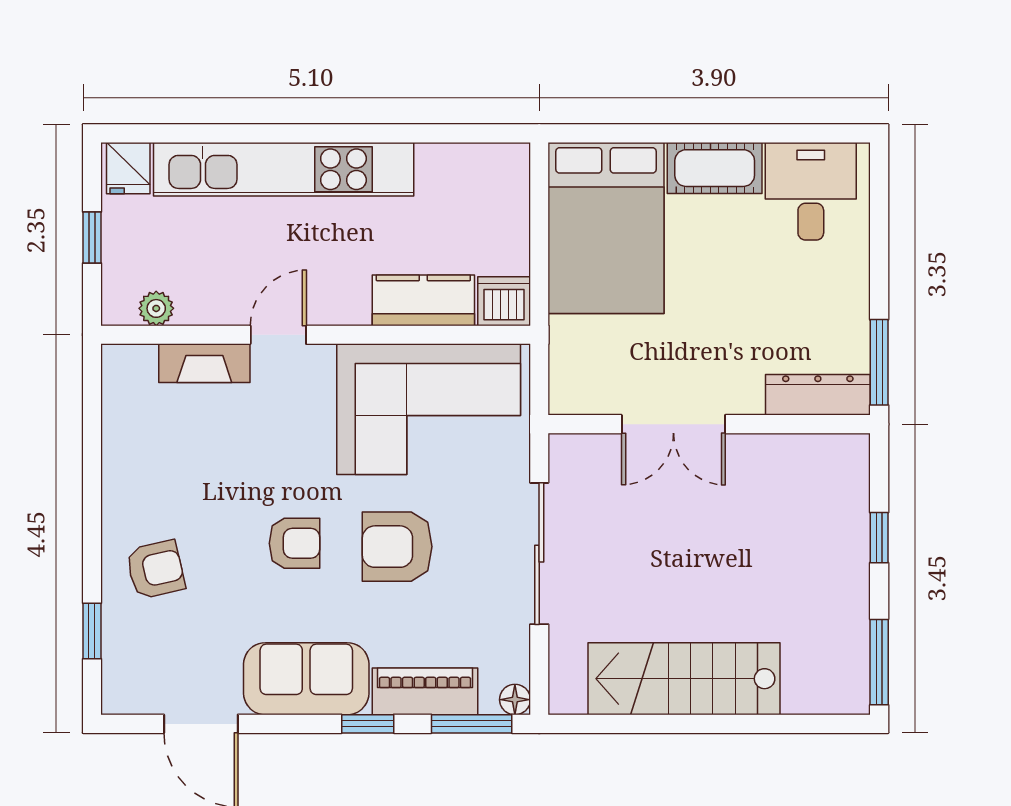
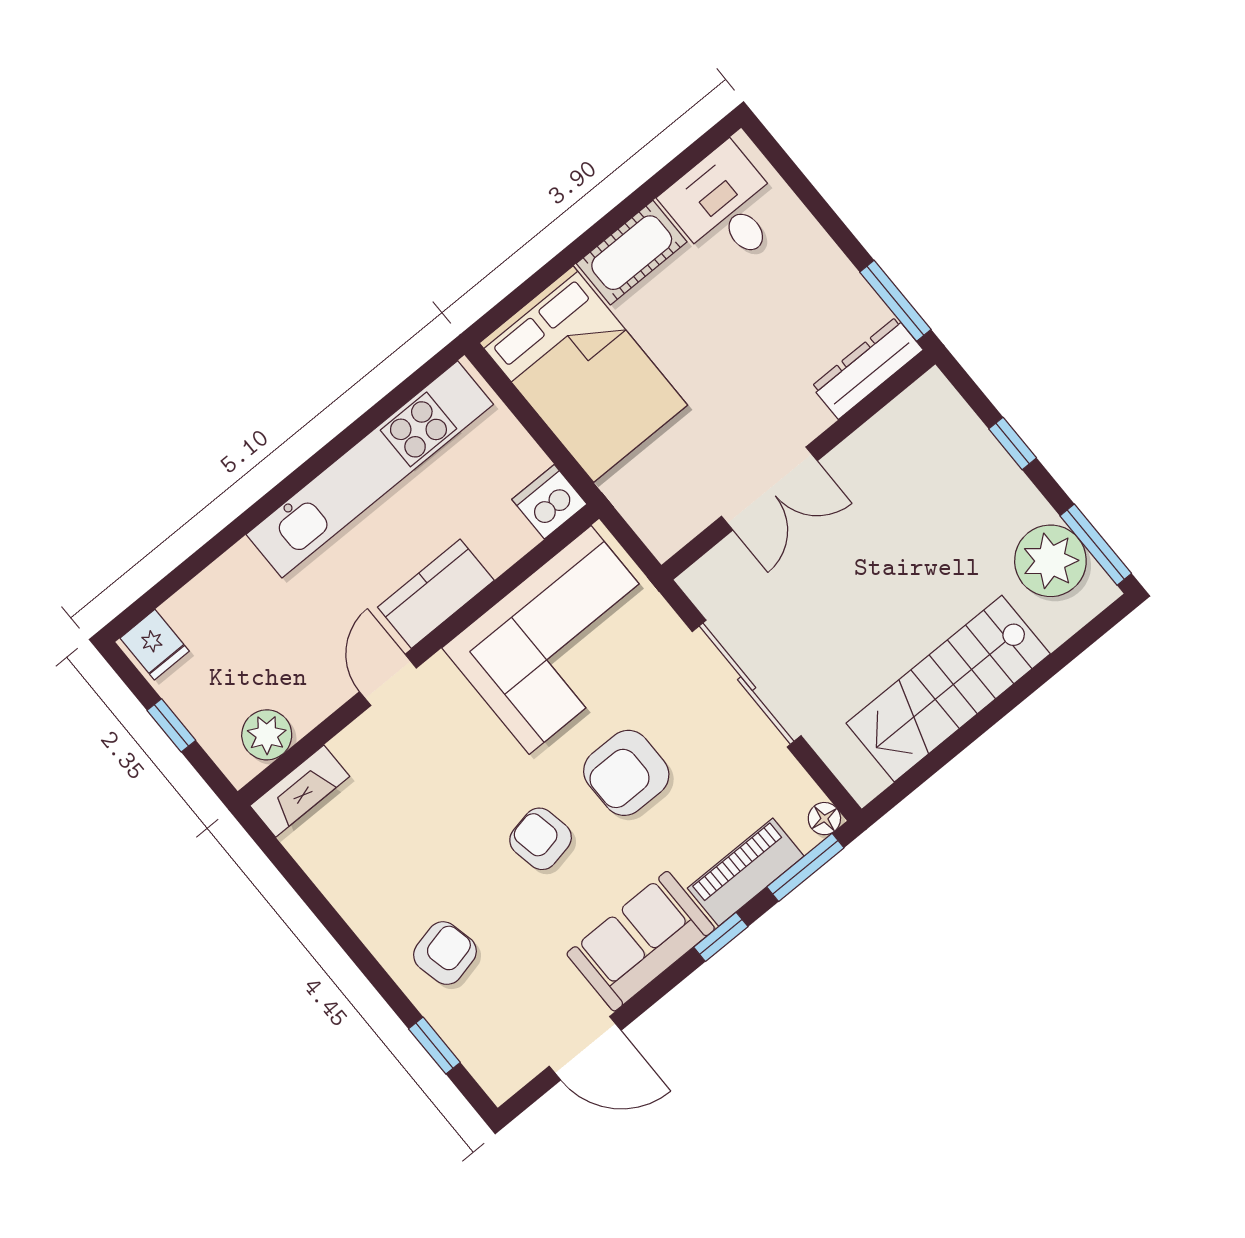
kitchen unit: (284, 169) -> (370, 469), moved
kitchen counter: (423, 300) -> (436, 594), moved
plant: (156, 308) -> (267, 735), width x1.38, depth x1.38
fireplace: (204, 363) -> (300, 791), moved
armchair: (294, 543) -> (541, 839), turned -101
plant: (836, 647) -> (1050, 561), added

